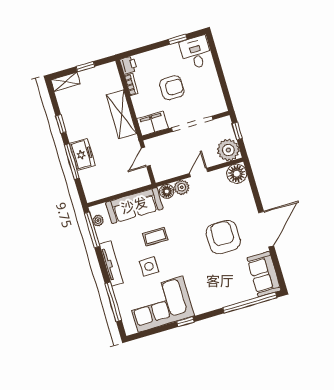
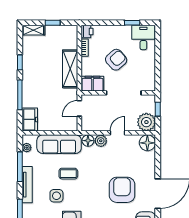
armchair: (172, 88) -> (116, 60), turned -42
freezer: (82, 154) -> (30, 119), moved
window: (92, 230) -> (20, 167), moved

